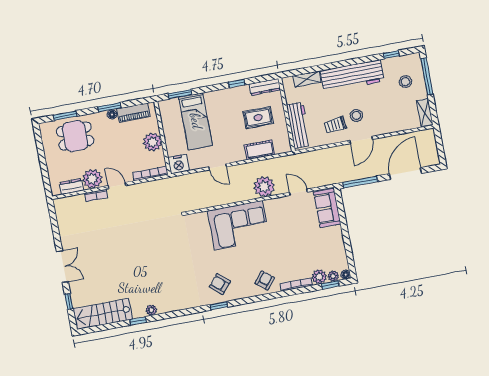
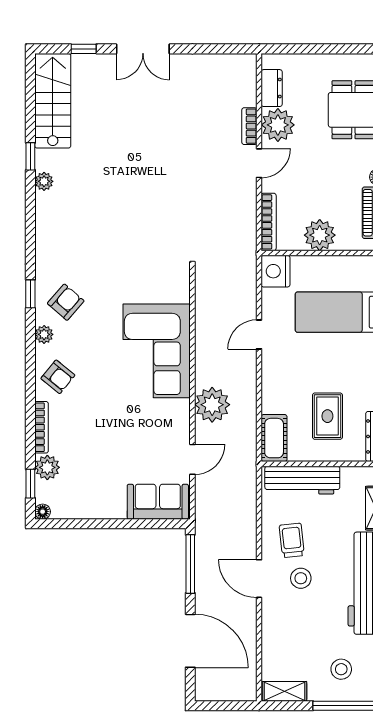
cot: (259, 150) -> (274, 438), moved
plant: (333, 276) -> (44, 334), moved

